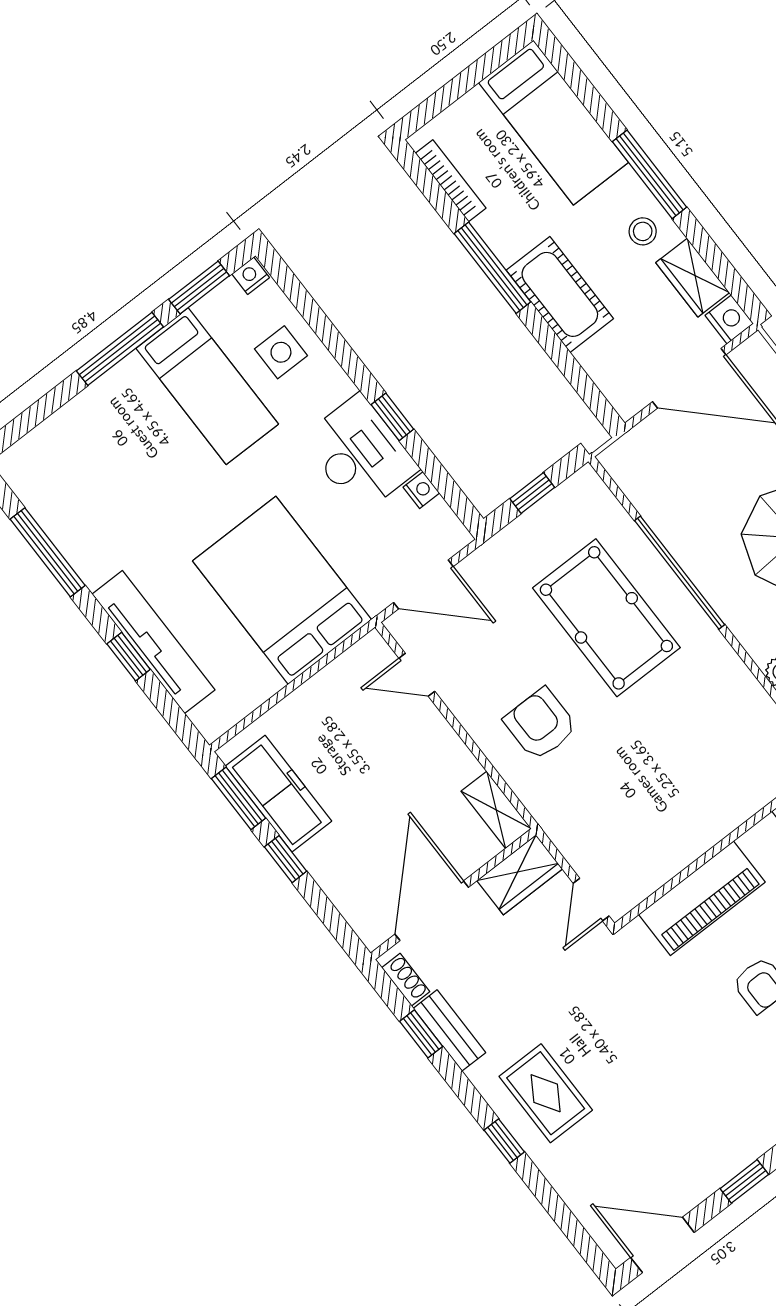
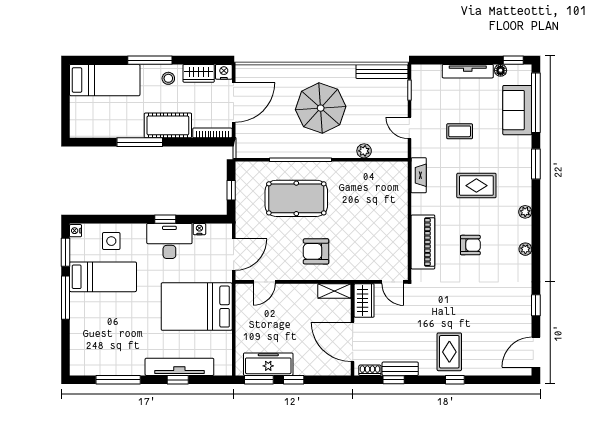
bookcase: (451, 181) -> (212, 133), moved
rug: (546, 1093) -> (449, 352), turned 90

